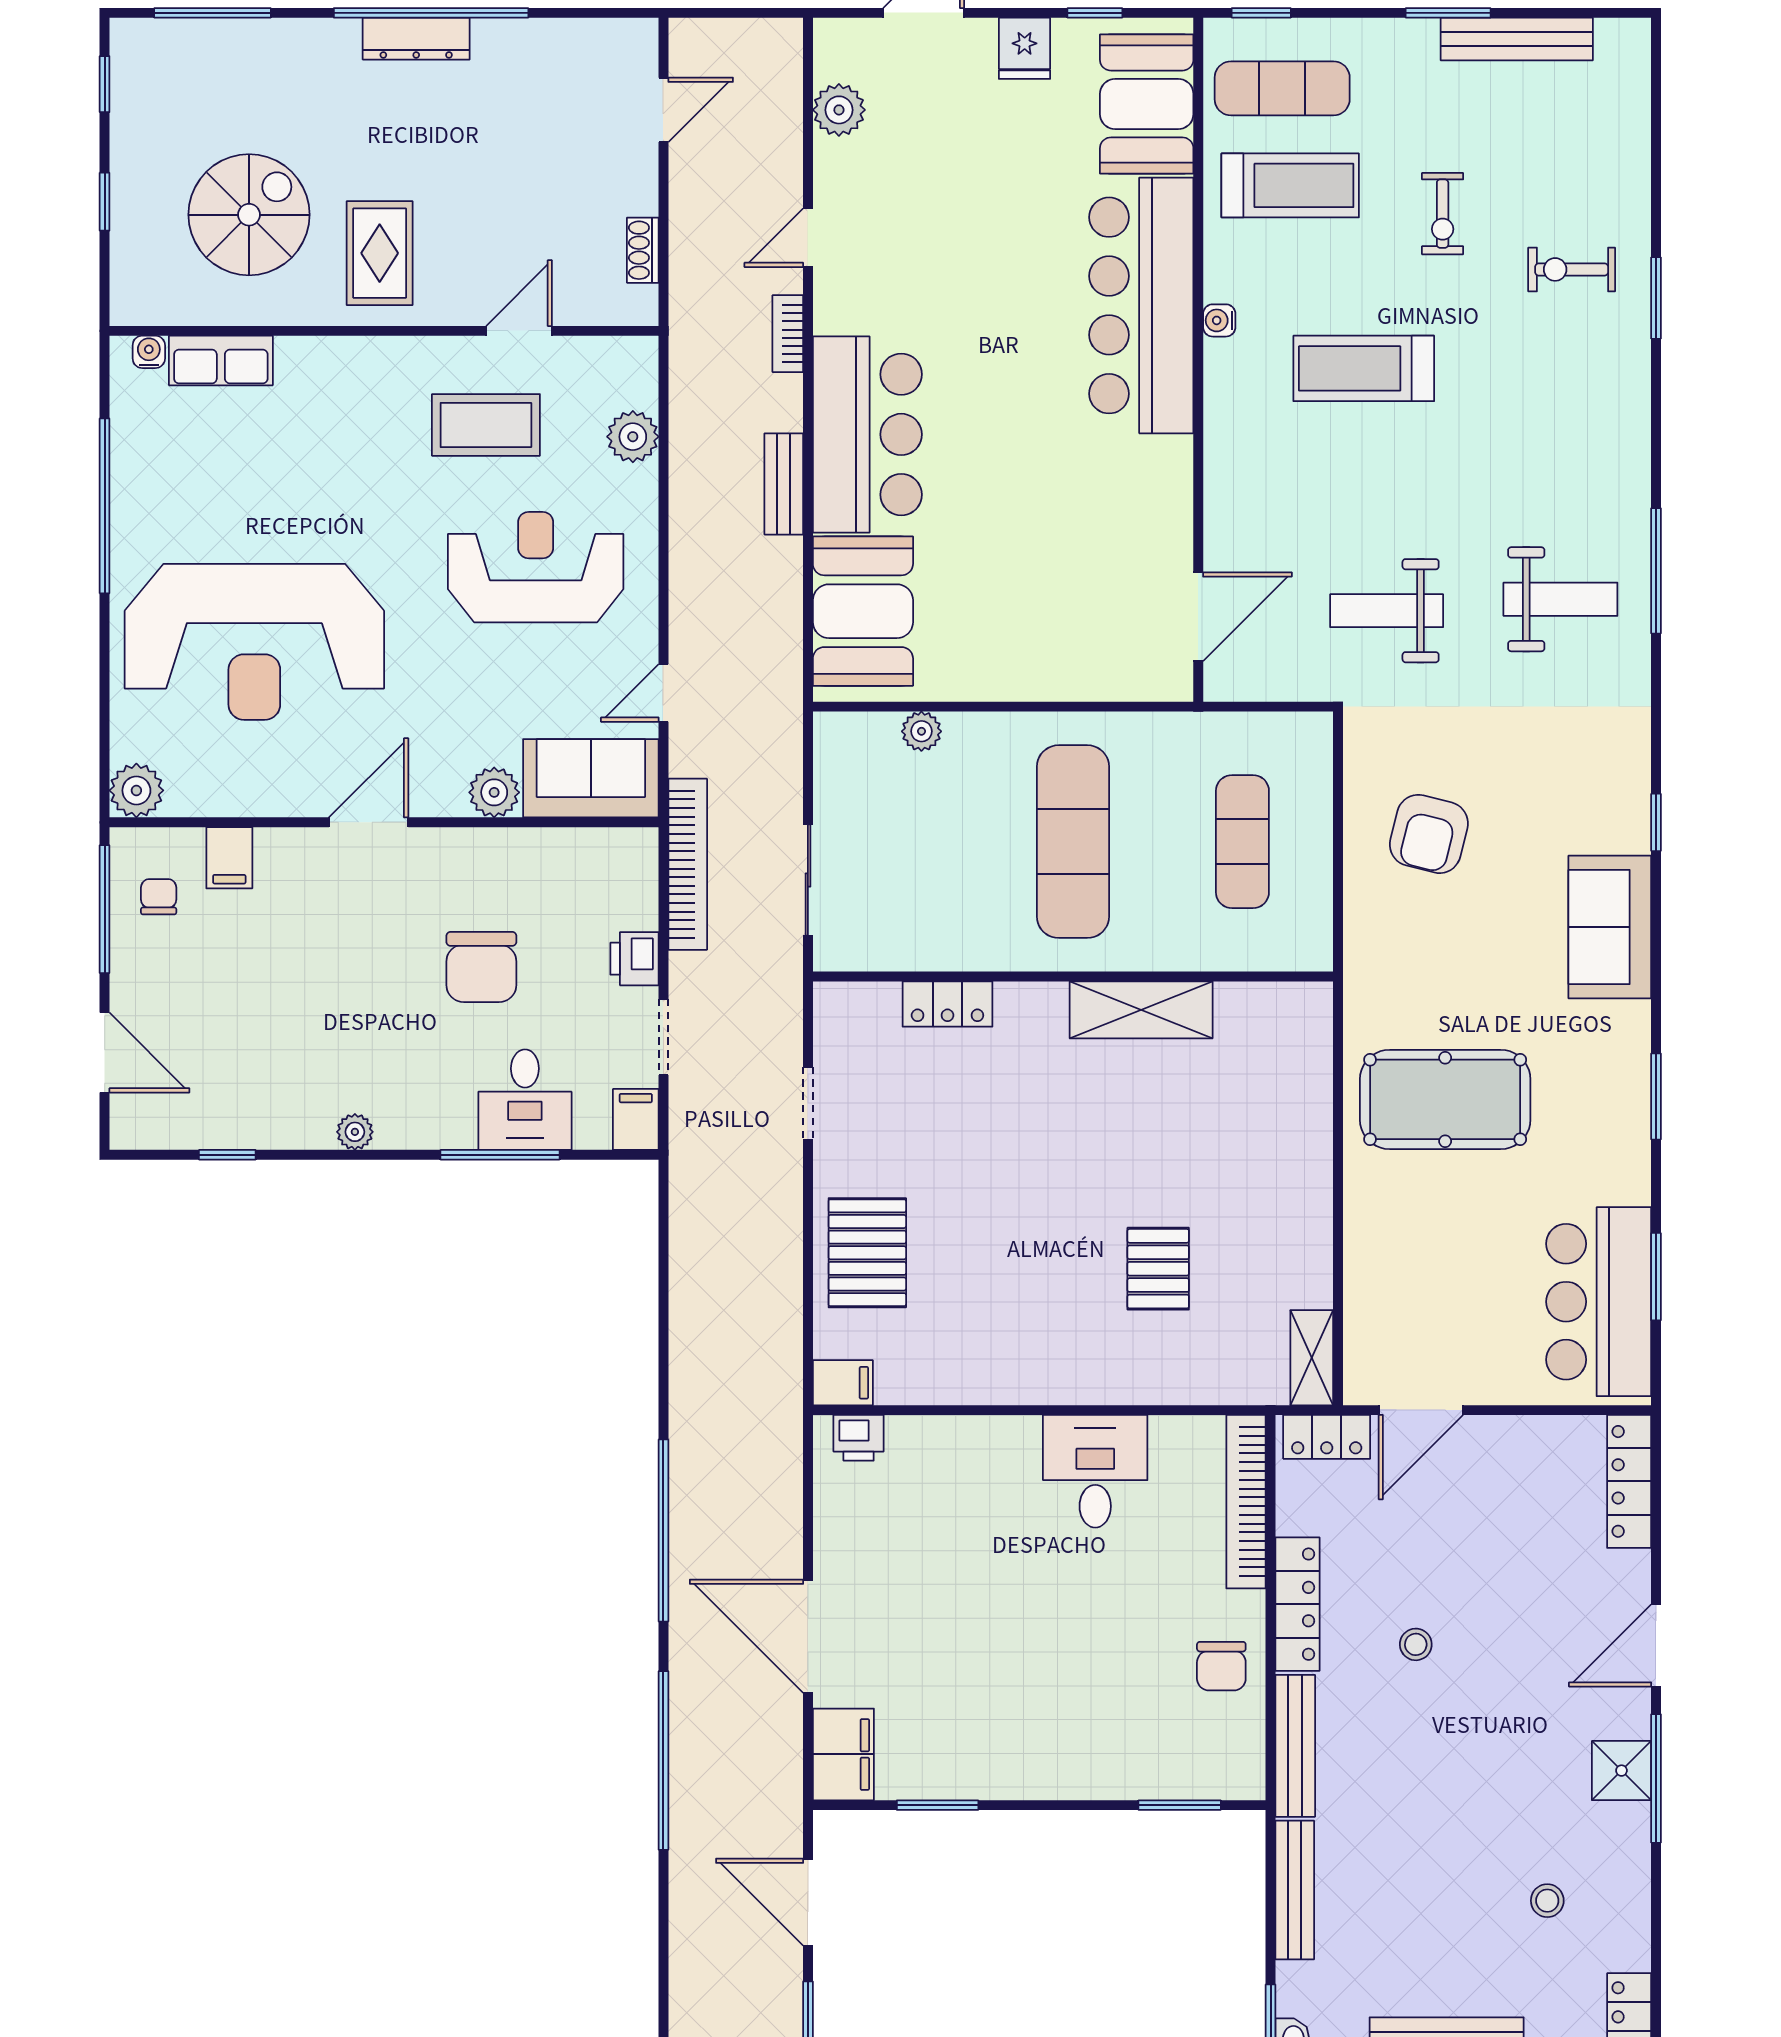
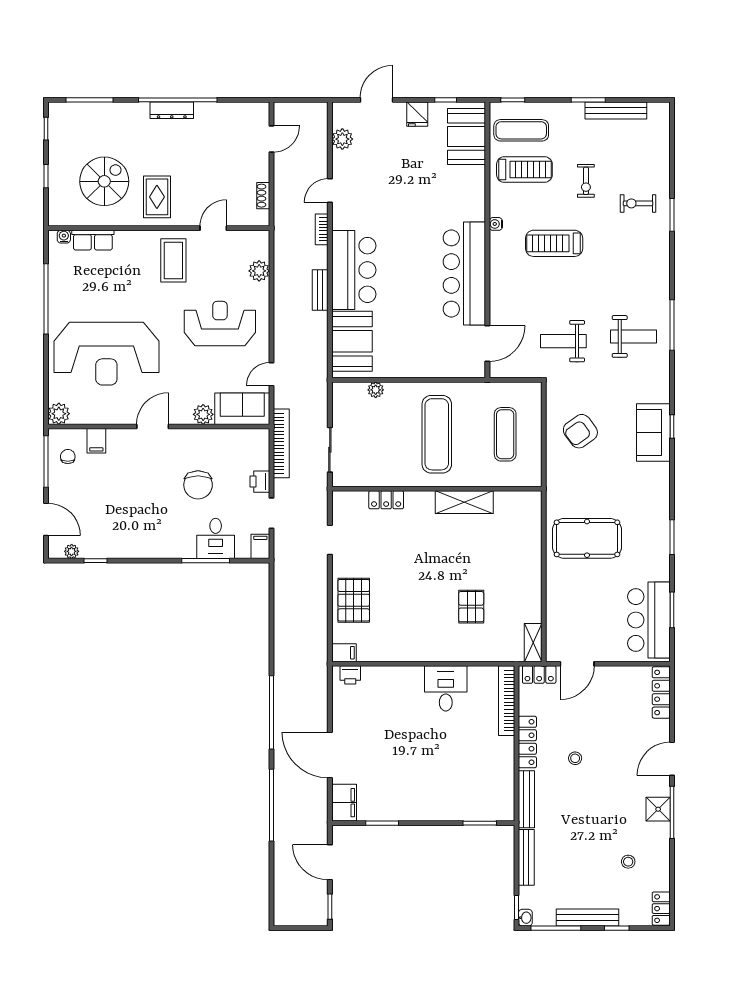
bar counter: (1141, 305) -> (464, 273), moved
coffee table: (486, 425) -> (173, 260), moved, turned 90
armchair: (1429, 834) -> (580, 431), turned 40
sofa: (1610, 927) -> (653, 432), moved
plant: (355, 1132) -> (72, 551), moved
chair: (1221, 1666) -> (497, 767), removed

